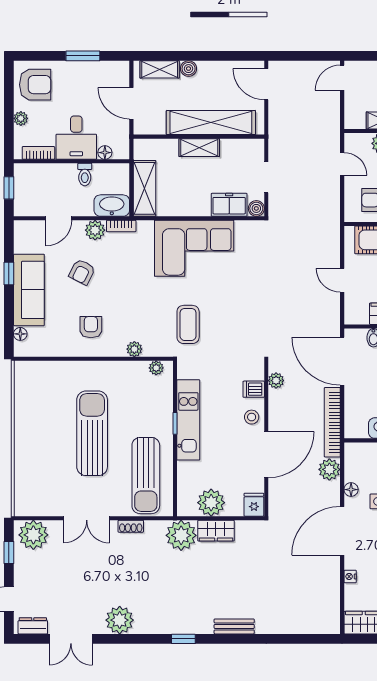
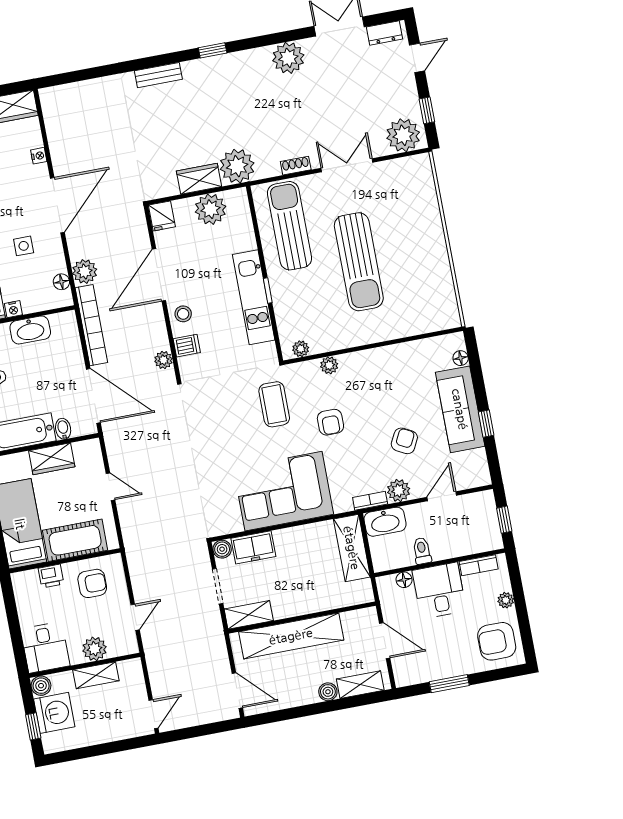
shelving: (199, 148) -> (249, 615), moved
door: (342, 164) -> (135, 617), swing flipped
armchair: (91, 327) -> (330, 422), moved
floor lamp: (351, 490) -> (61, 282), moved

